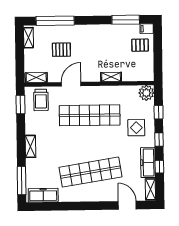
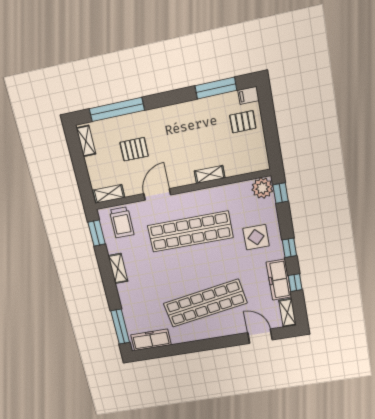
window: (159, 112) -> (281, 193), moved
shelving: (30, 146) -> (118, 268), moved

